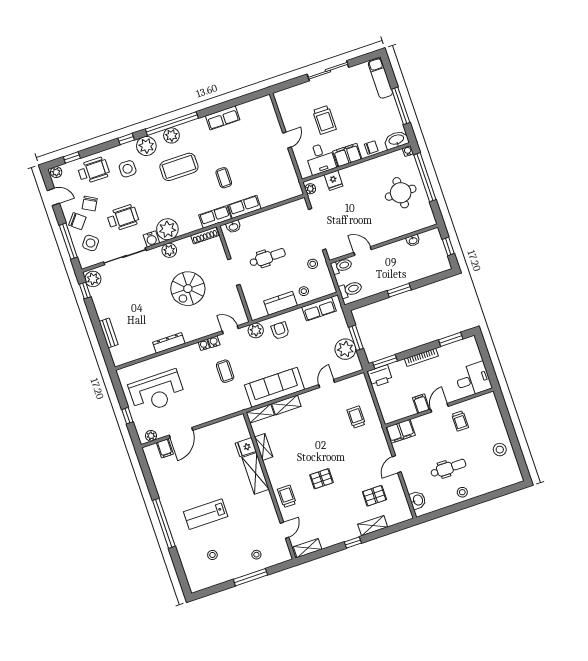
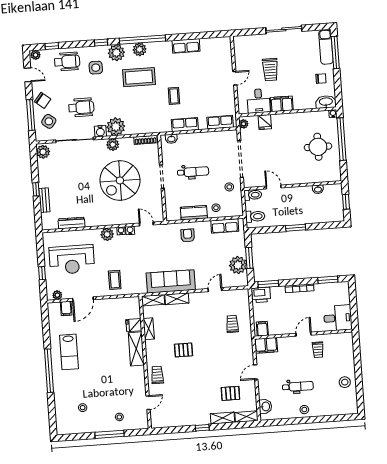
window: (401, 106) -> (335, 52), moved
chair: (371, 147) -> (321, 79), moved
chair: (90, 204) -> (57, 88), removed
row of seats: (215, 217) -> (220, 122), moved
spiral stairs: (188, 289) -> (120, 180), width x1.37, depth x1.37
window: (85, 291) -> (36, 189), moved
plant: (256, 330) -> (107, 234), moved
dresser: (169, 343) -> (72, 223), moved
coffee table: (225, 371) -> (115, 280), moved
filing cabinet: (421, 404) -> (262, 329), moved
pallet: (321, 479) -> (183, 350), moved
lab bench: (206, 514) -> (69, 352), moved, turned -90
shelving: (308, 548) -> (246, 417), moved

